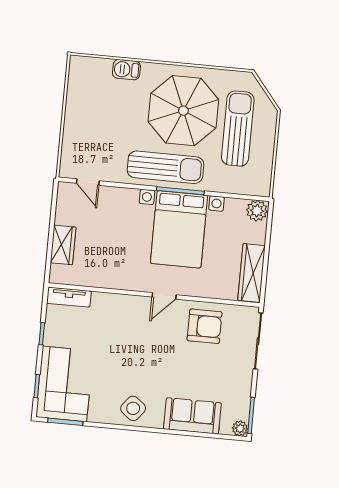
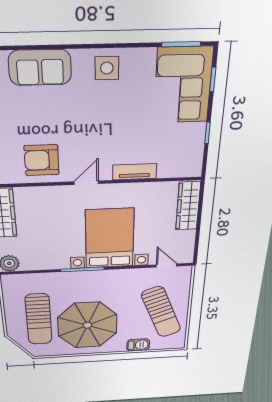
sun lounger: (165, 167) -> (161, 312), moved, turned -111
bed with nightstands: (179, 229) -> (110, 239), moved
wardrobe: (63, 245) -> (188, 206), width x1.50
tv unit: (69, 297) -> (135, 172), moved
side table: (133, 408) -> (107, 68), turned -38

